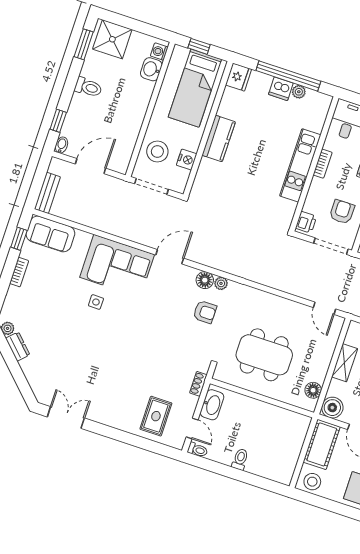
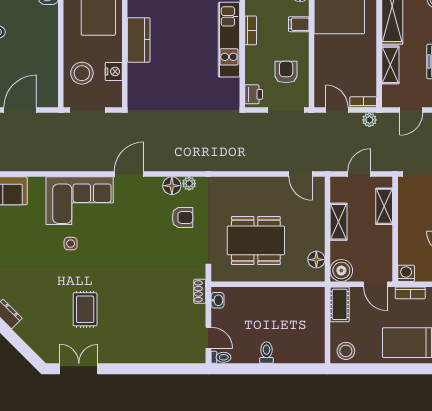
washbasin: (212, 405) -> (218, 300), width x0.52, depth x0.69
rug: (156, 416) -> (85, 309), moved
cot: (322, 444) -> (340, 304), width x0.73, depth x0.75

